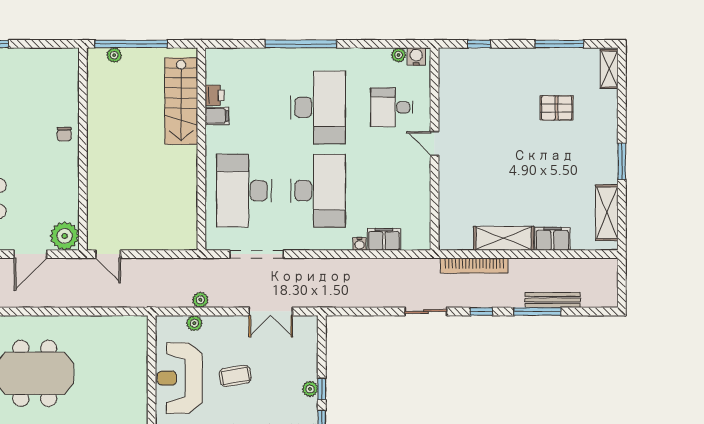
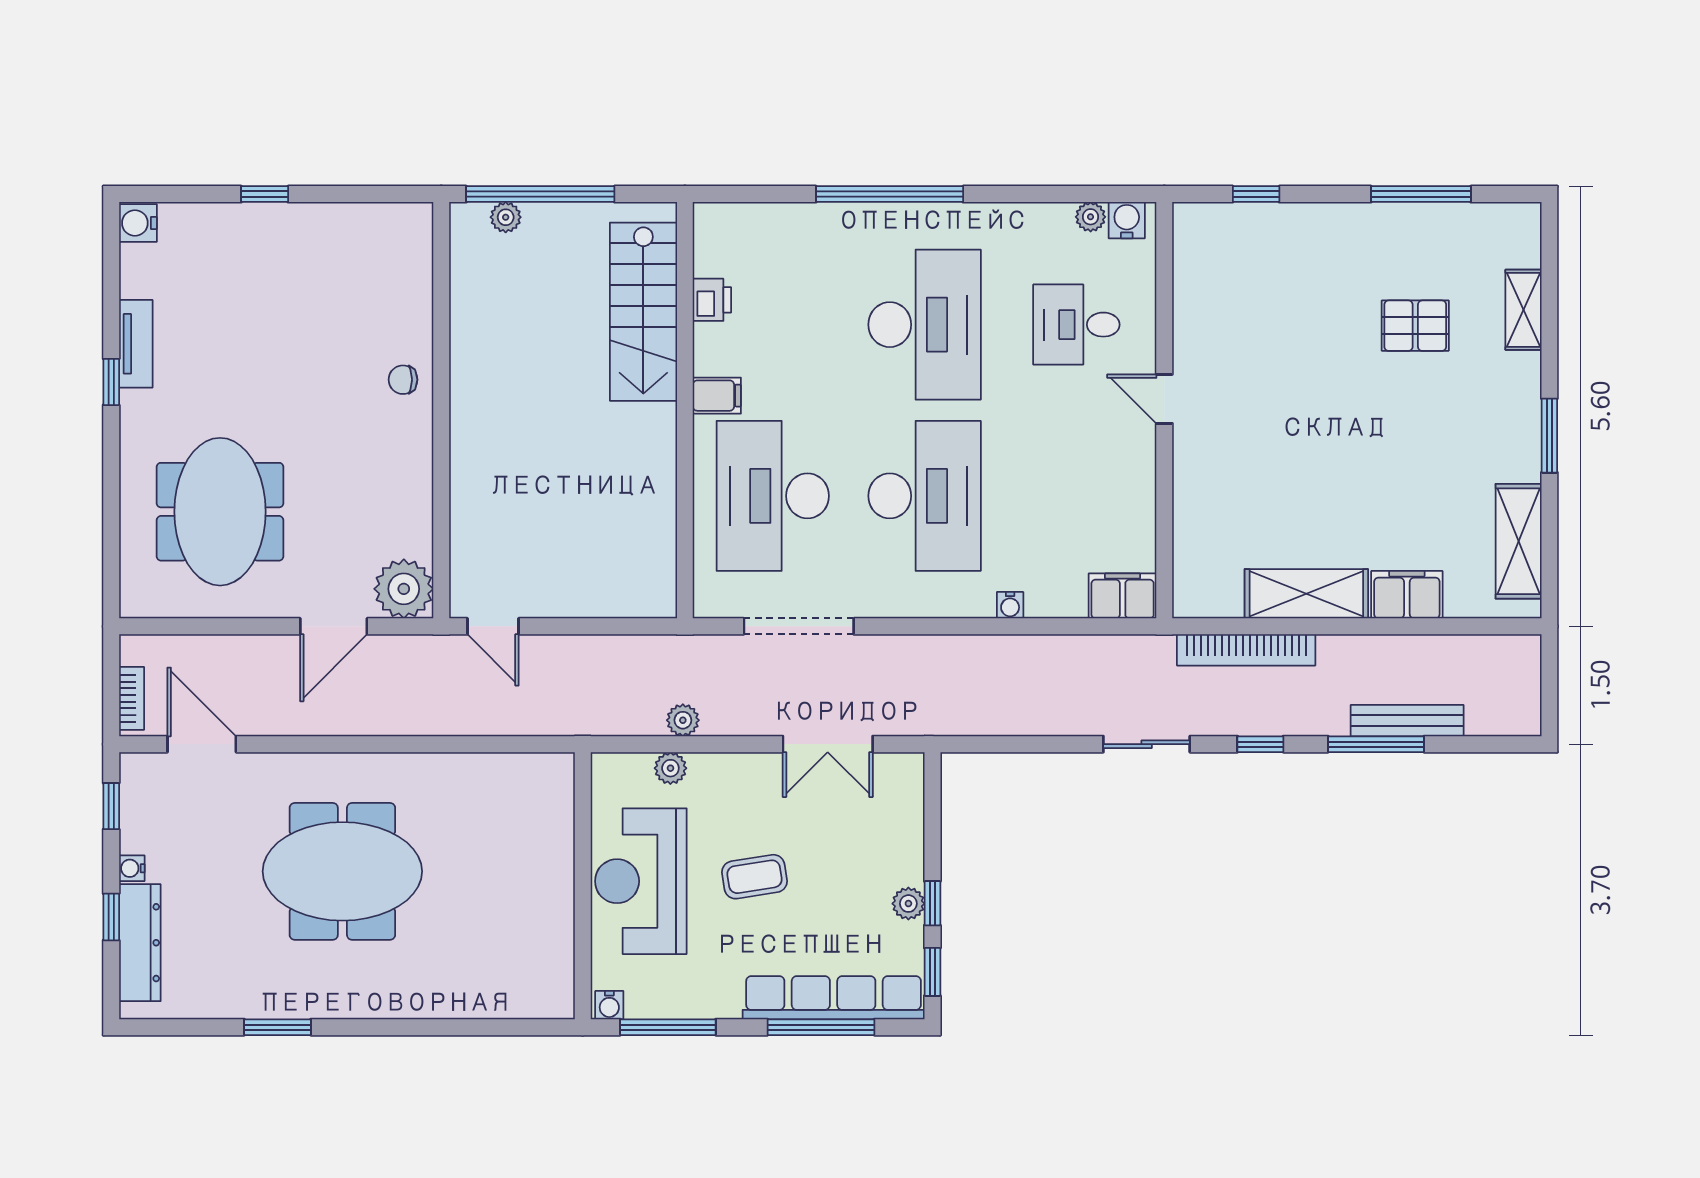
shelving: (609, 69) -> (1523, 310), moved
filing cabinet: (217, 116) -> (717, 396), moved
chair: (64, 134) -> (403, 380), turned 90
filing cabinet: (384, 239) -> (1123, 596), moved

